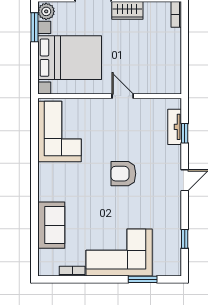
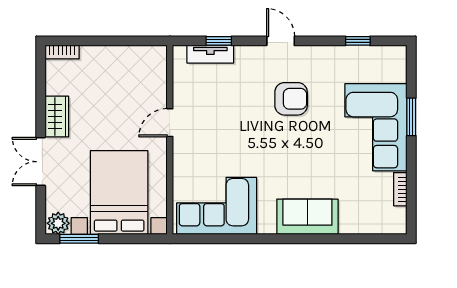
armchair: (123, 174) -> (291, 99), moved, turned -90
sofa: (51, 225) -> (307, 217), moved
window: (143, 279) -> (411, 117), moved

